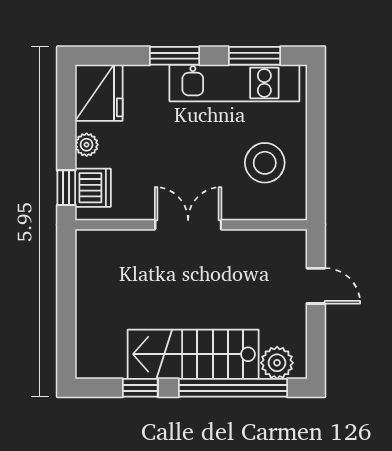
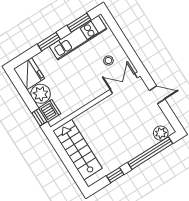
plant: (87, 145) -> (41, 94), width x1.87, depth x1.87
stool: (265, 163) -> (108, 61), width x0.53, depth x0.53
double door: (188, 225) -> (124, 84), moved
stairs: (193, 354) -> (78, 150), moved, turned 90

